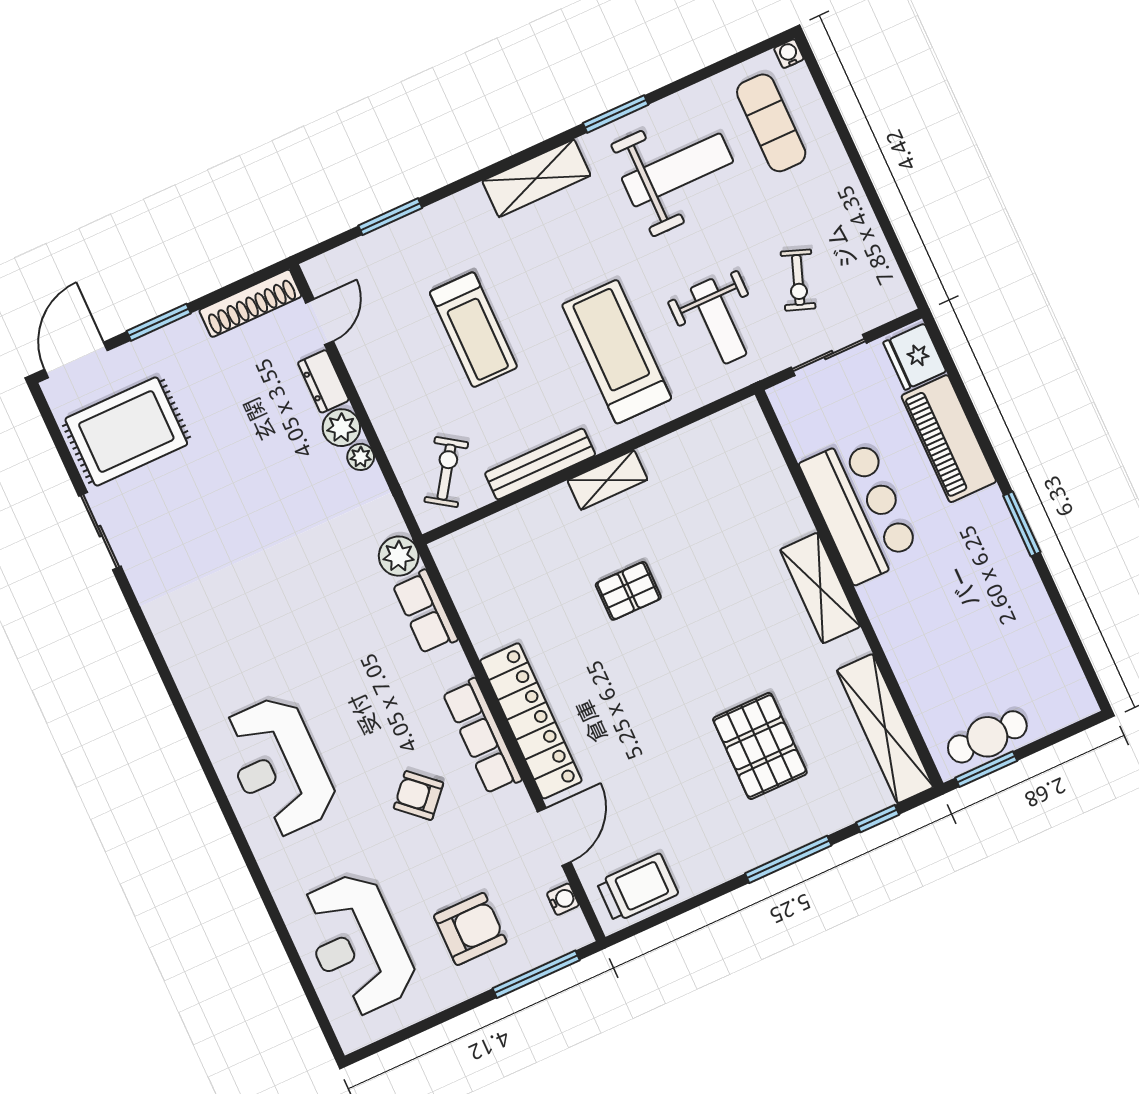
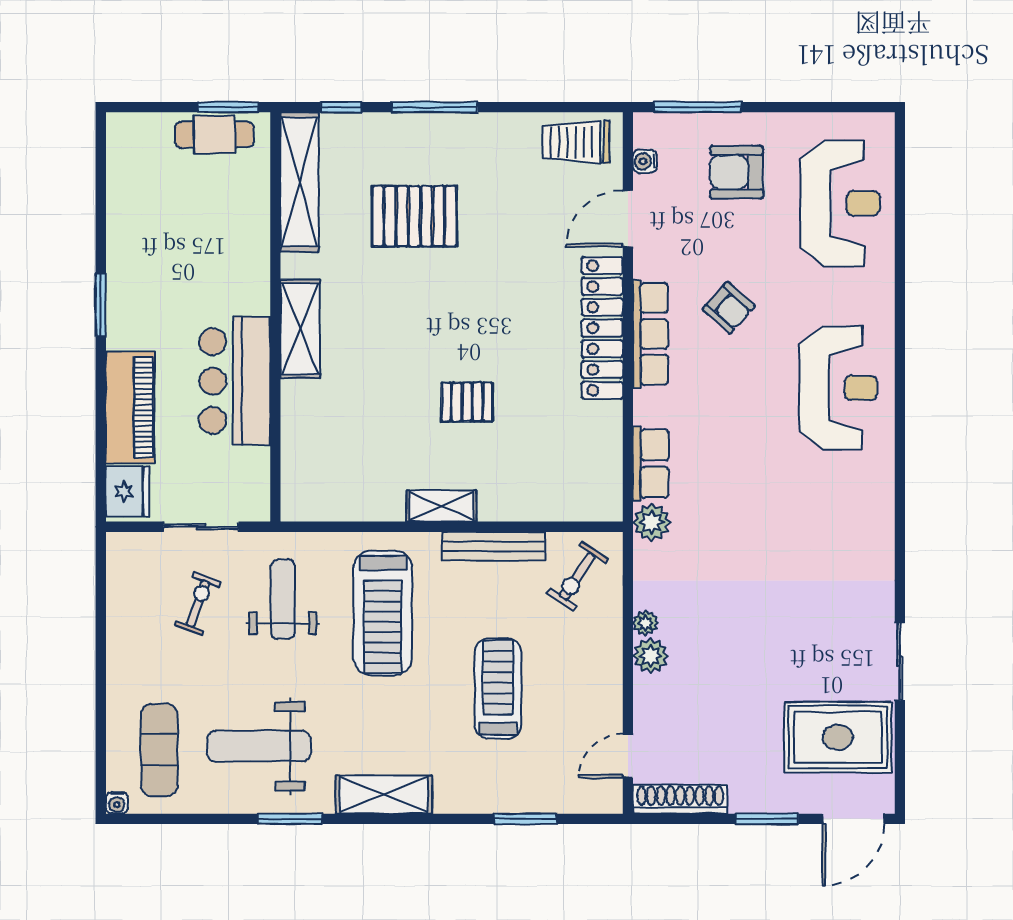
dresser: (323, 381) -> (648, 703), removed
pallet: (760, 746) -> (414, 216), turned 90

